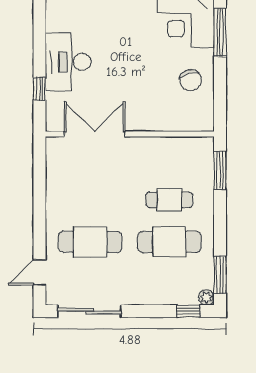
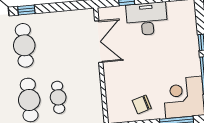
window: (39, 234) -> (26, 10), added

